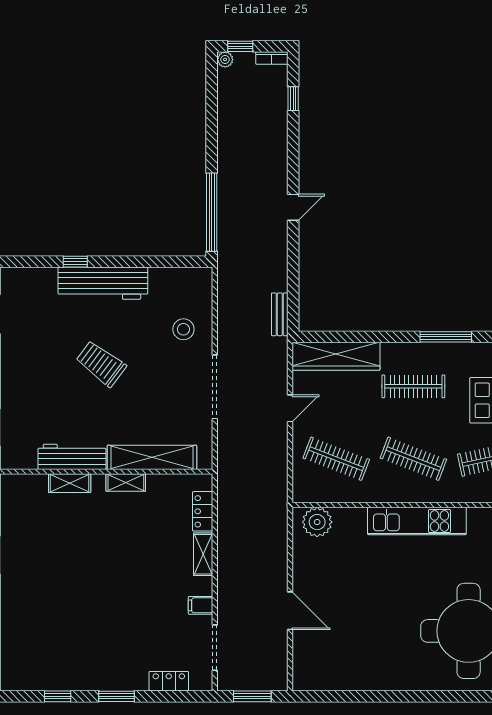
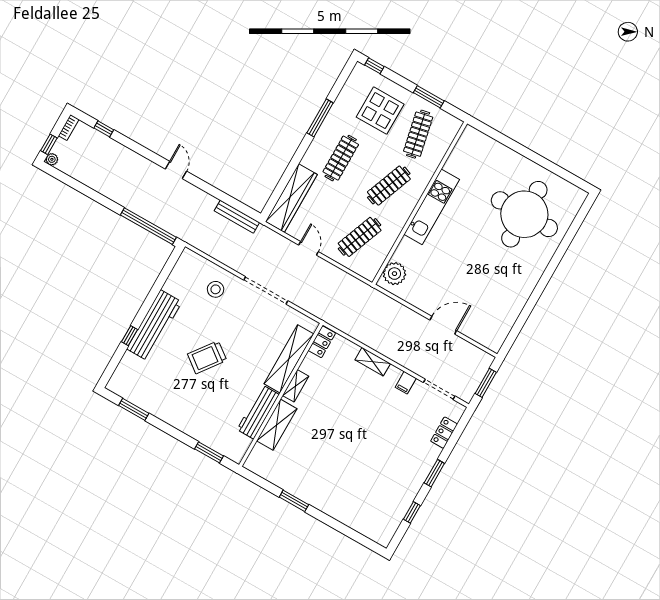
bench: (280, 314) -> (237, 217), width x1.36
shelving: (70, 483) -> (277, 425), width x1.50, depth x1.33
locker: (203, 511) -> (322, 342), moved, turned -90

